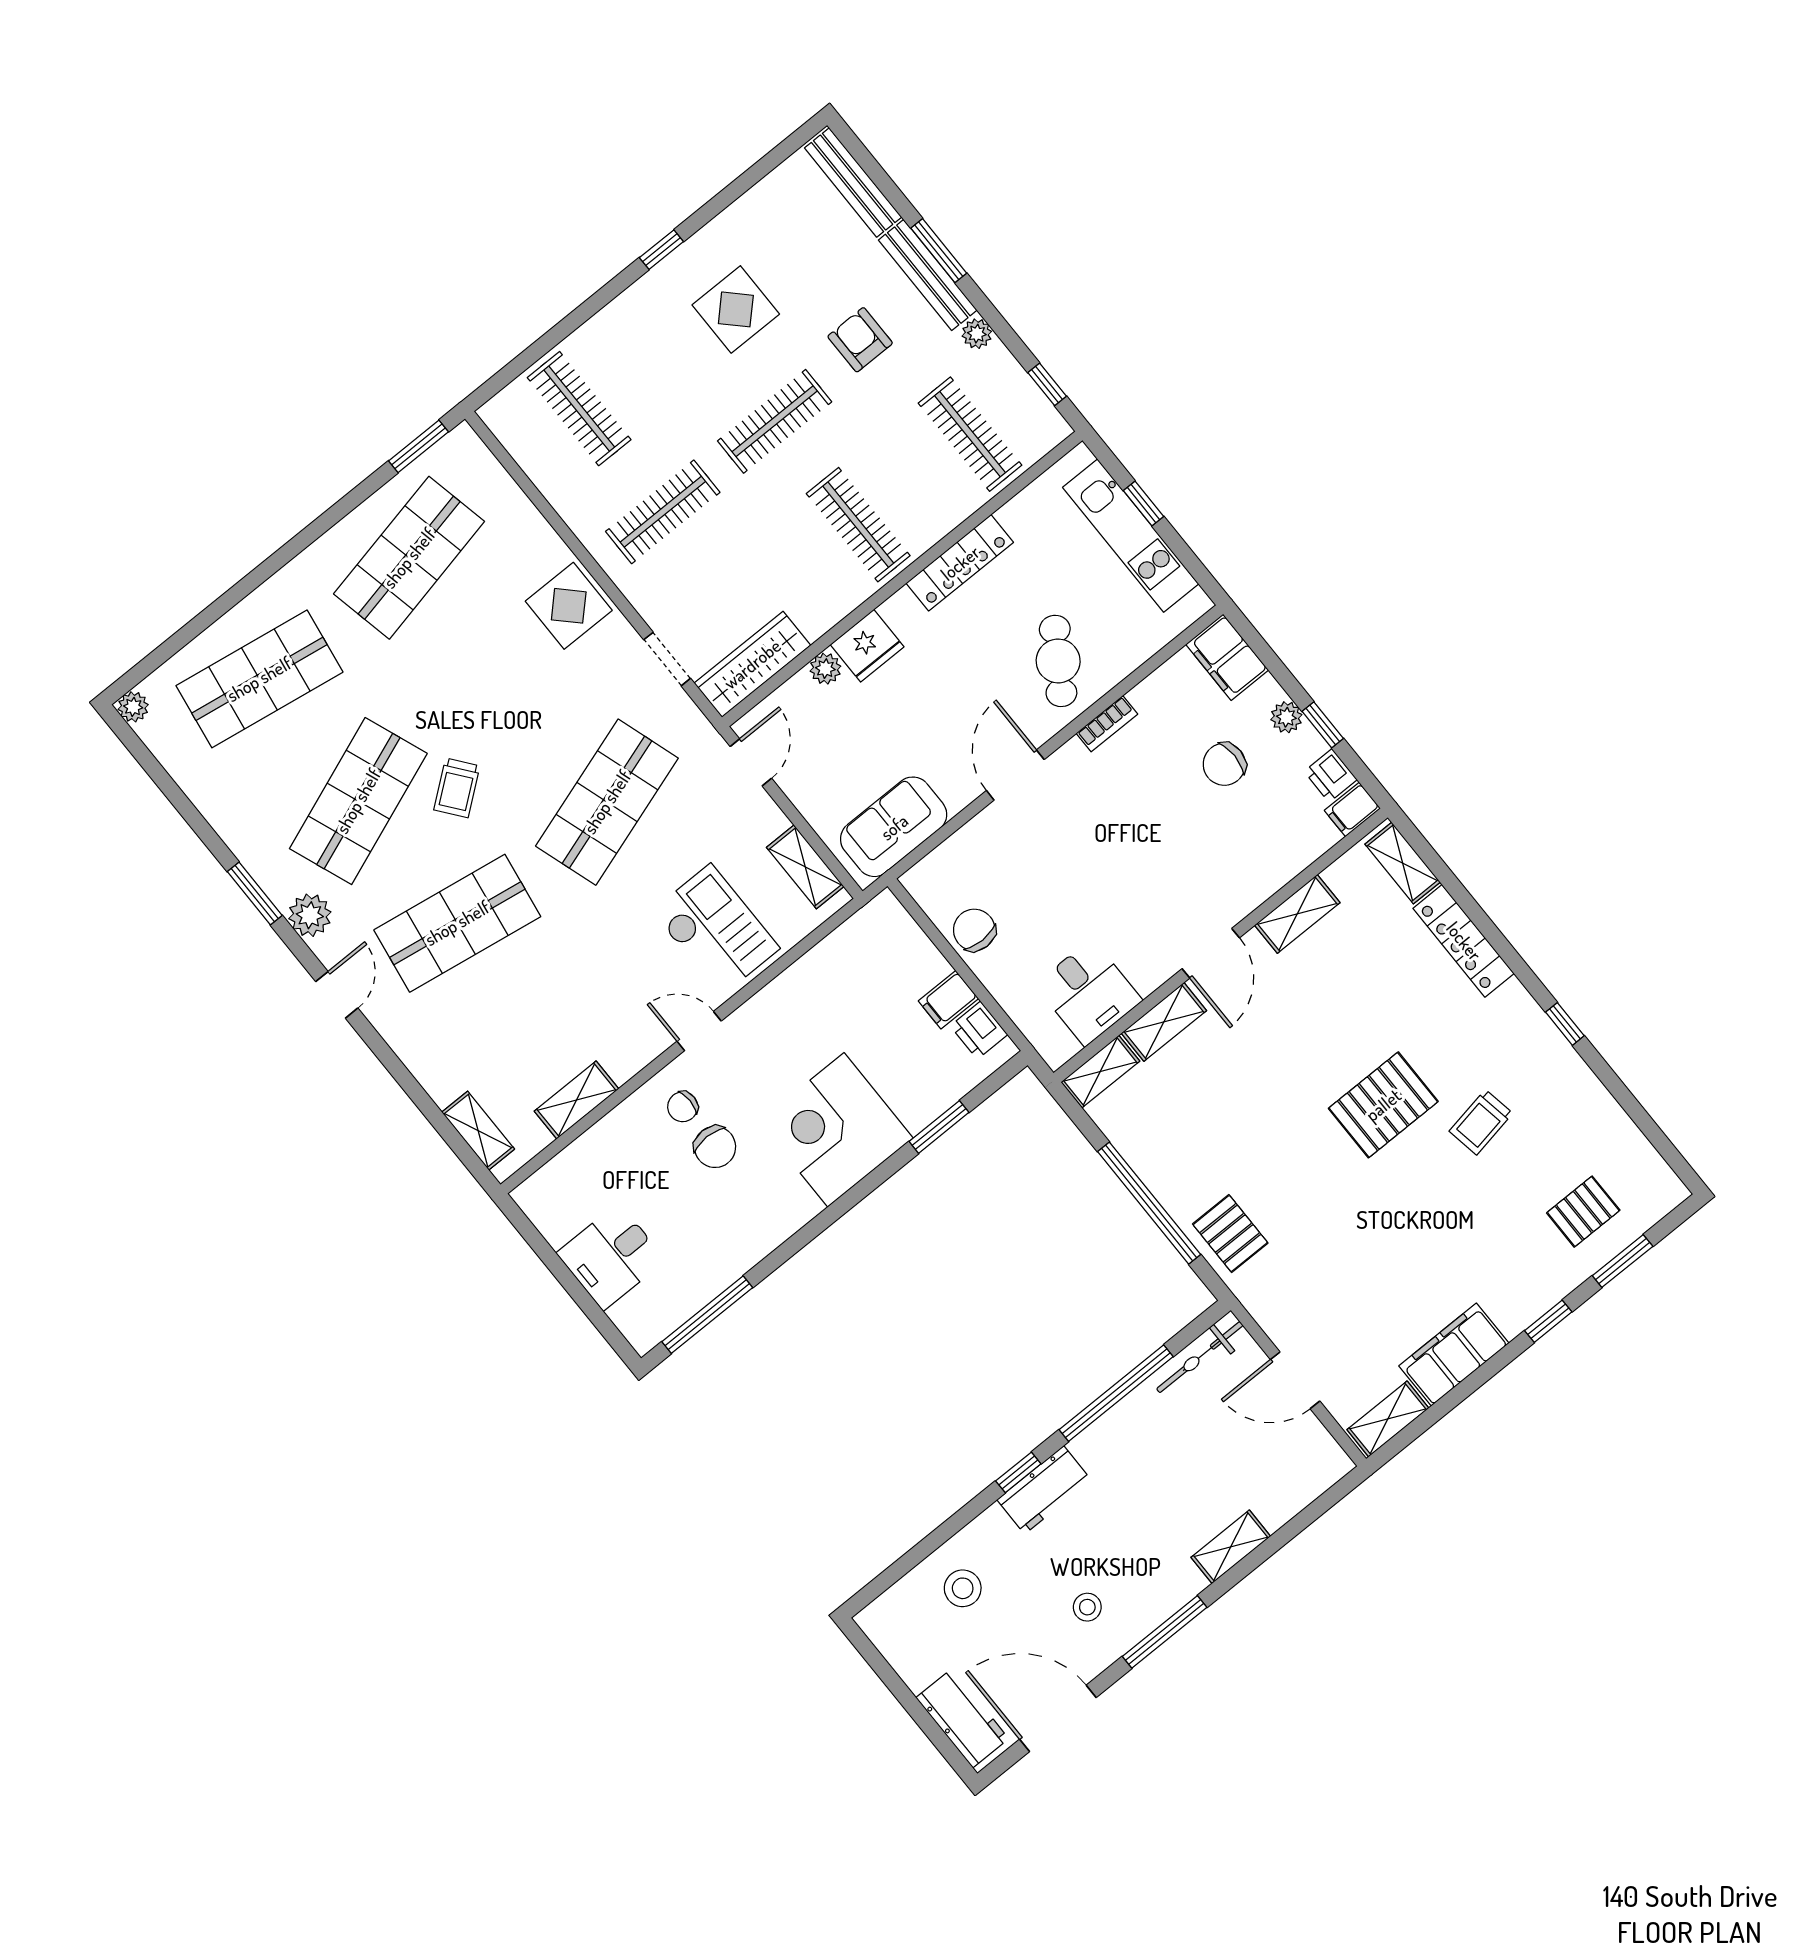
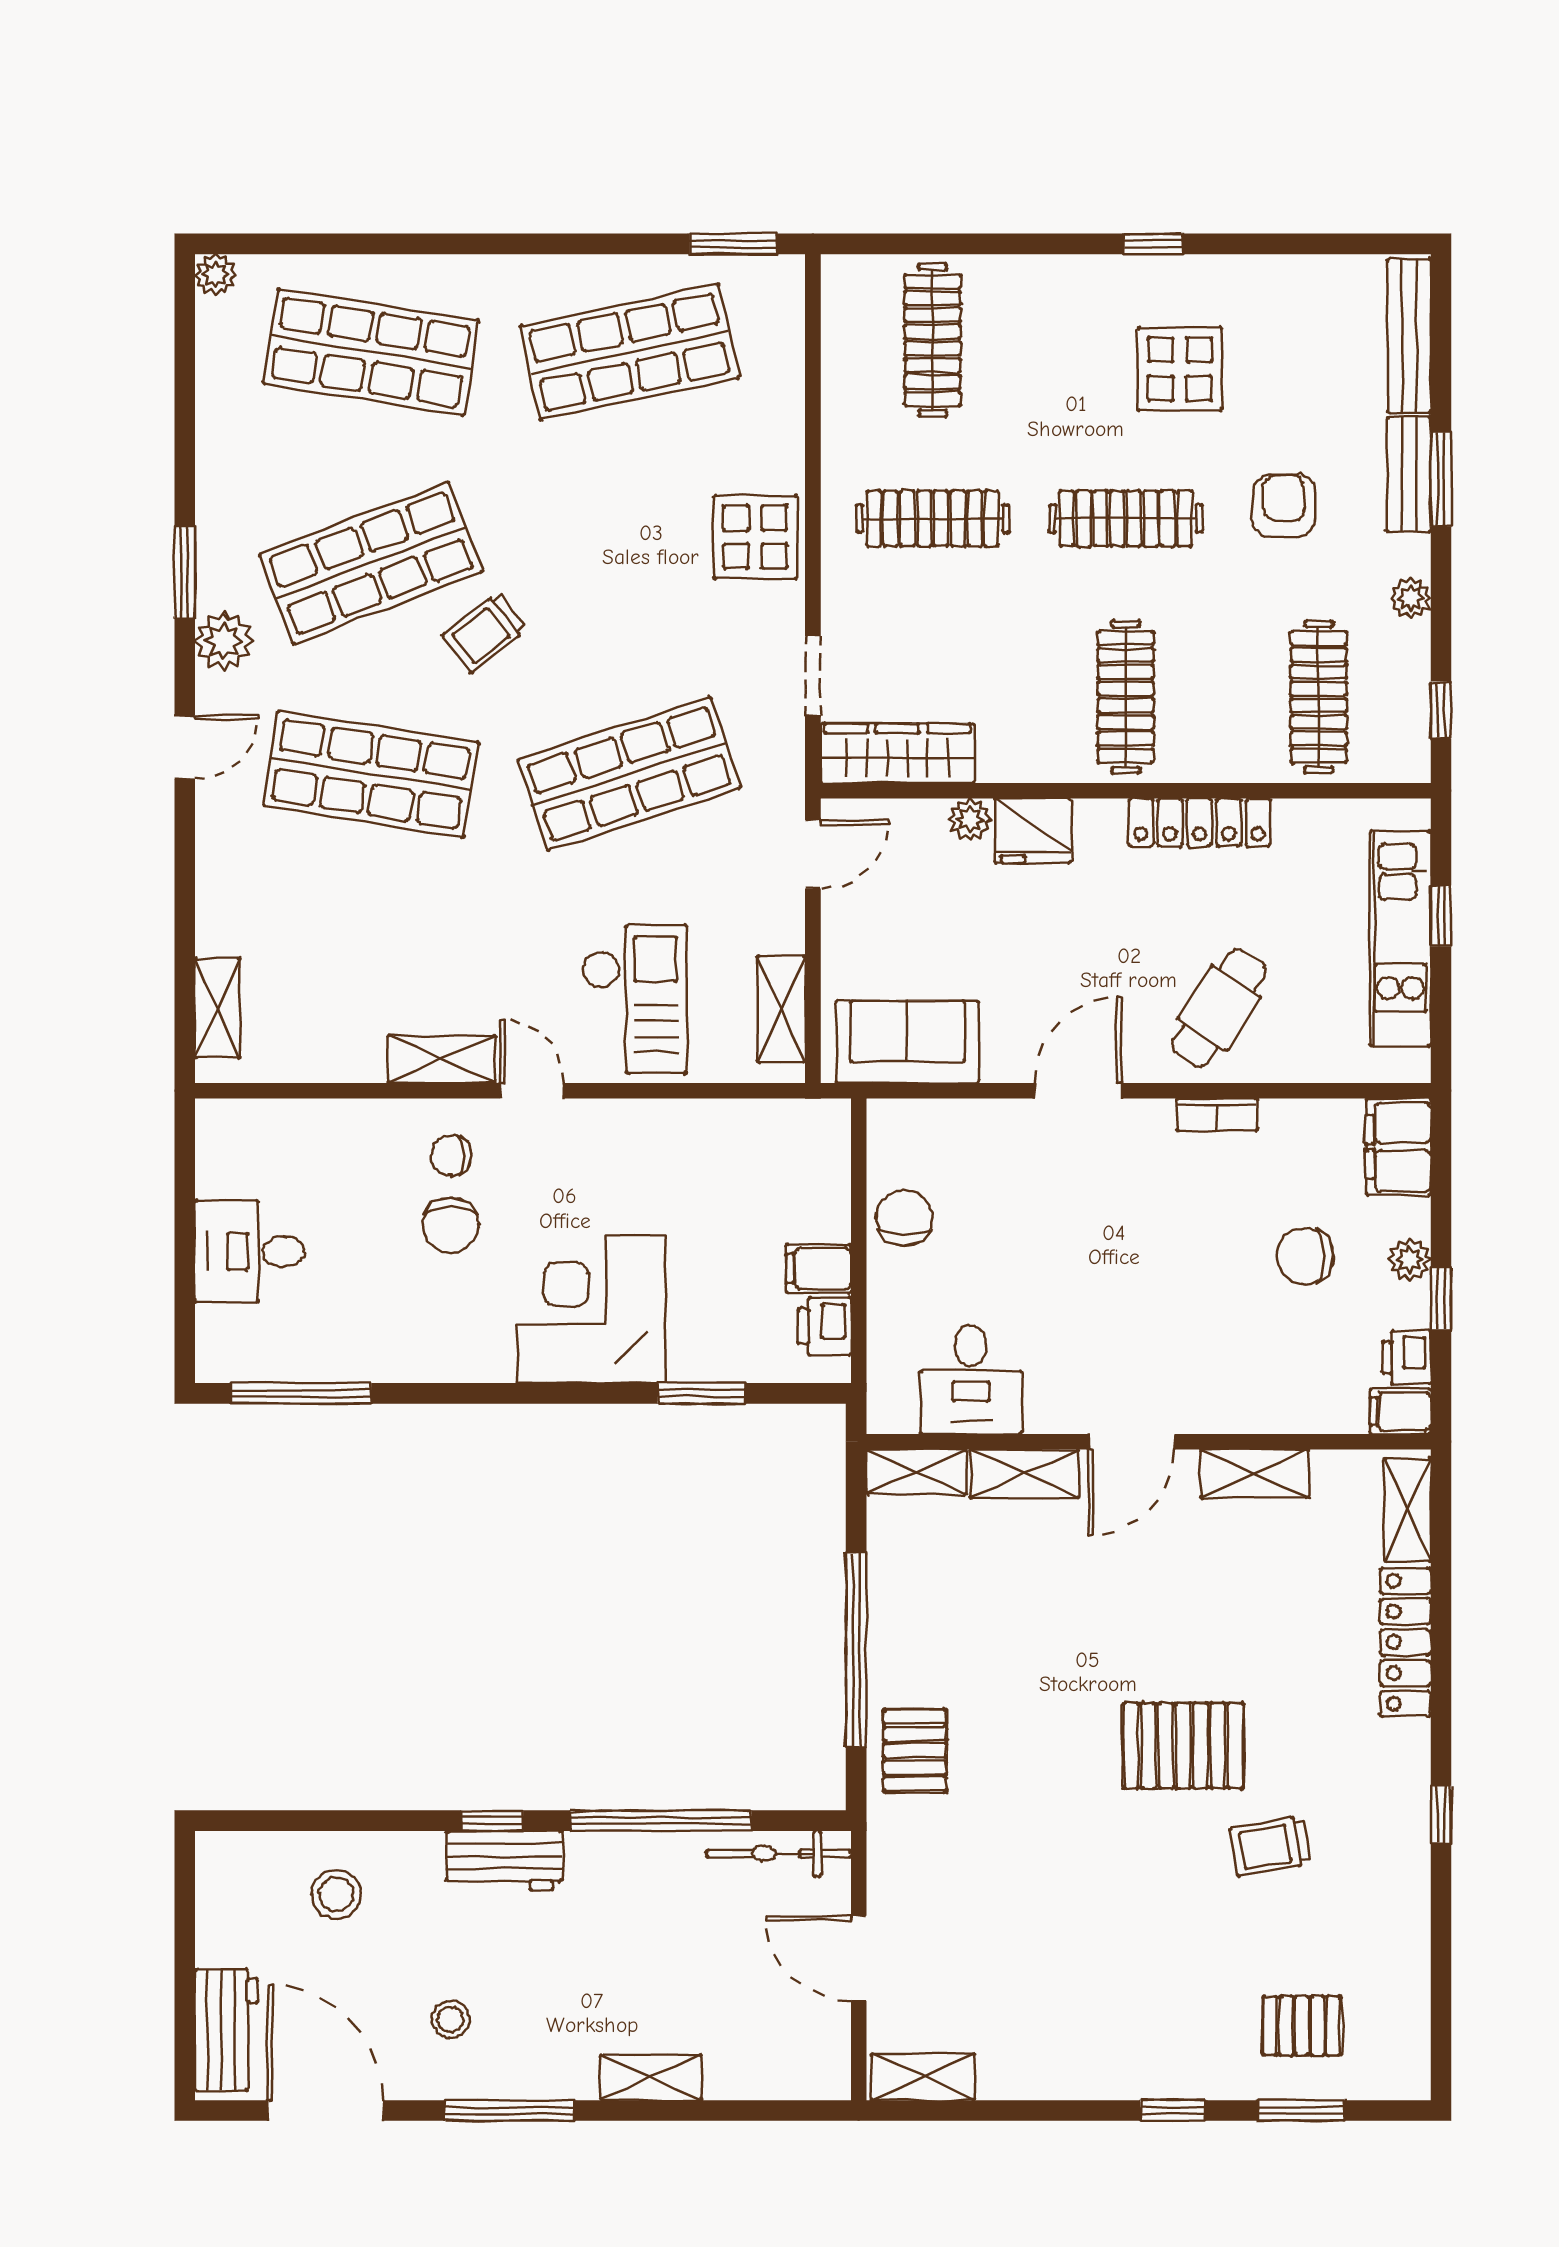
bench: (928, 275) -> (1409, 474), width x0.73
shelving: (576, 1100) -> (442, 1059), moved
filing cabinet: (1454, 1355) -> (1046, 2066), removed

